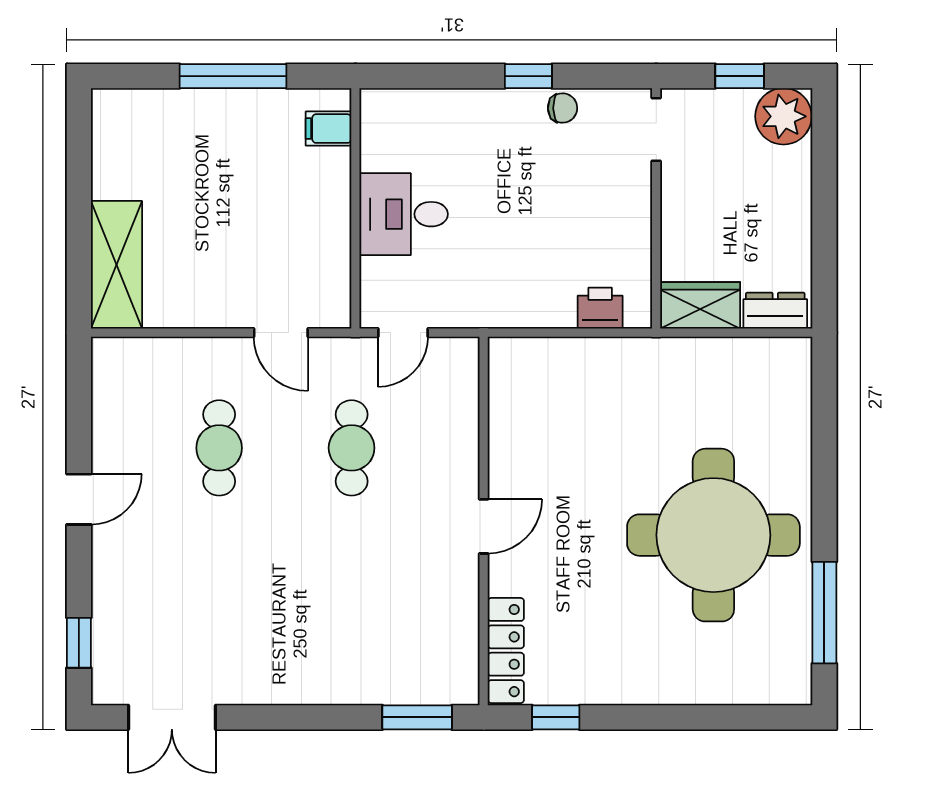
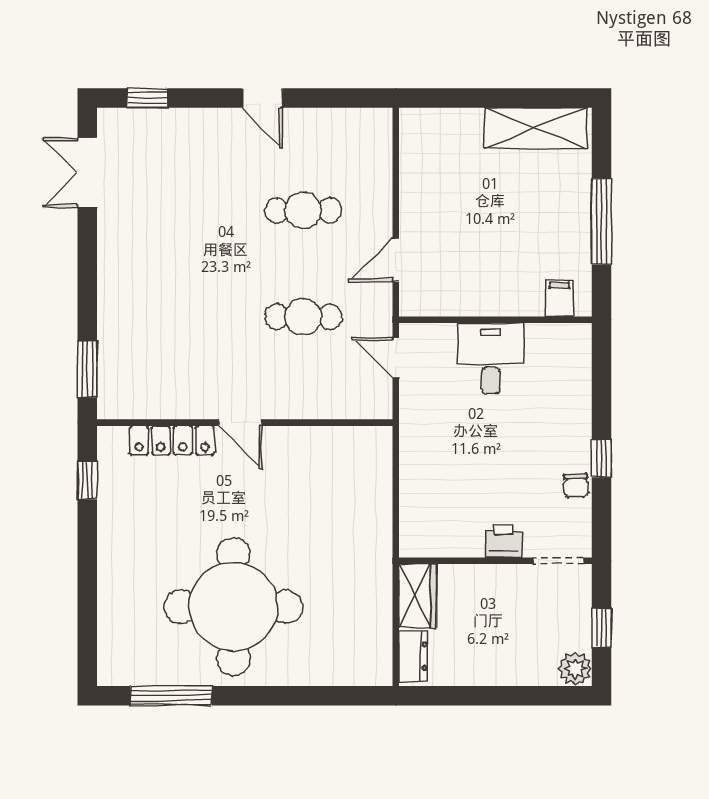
plant: (783, 116) -> (575, 669), width x0.73, depth x0.73
shelving: (116, 265) -> (535, 128), moved
printer: (600, 308) -> (504, 541), moved, turned -90
locker: (506, 651) -> (172, 440), moved

